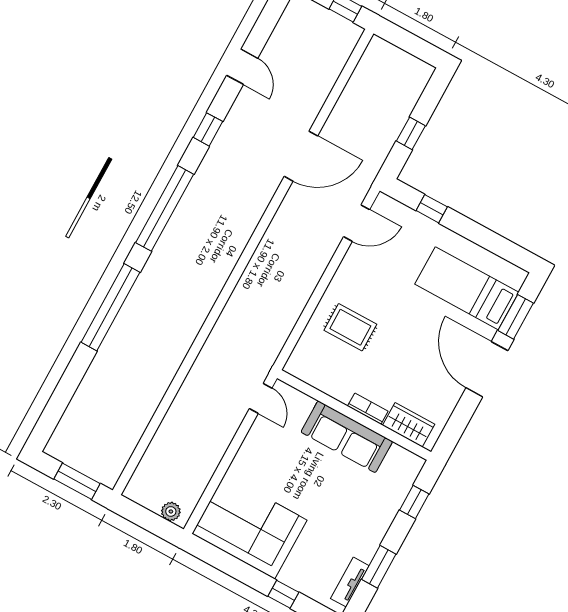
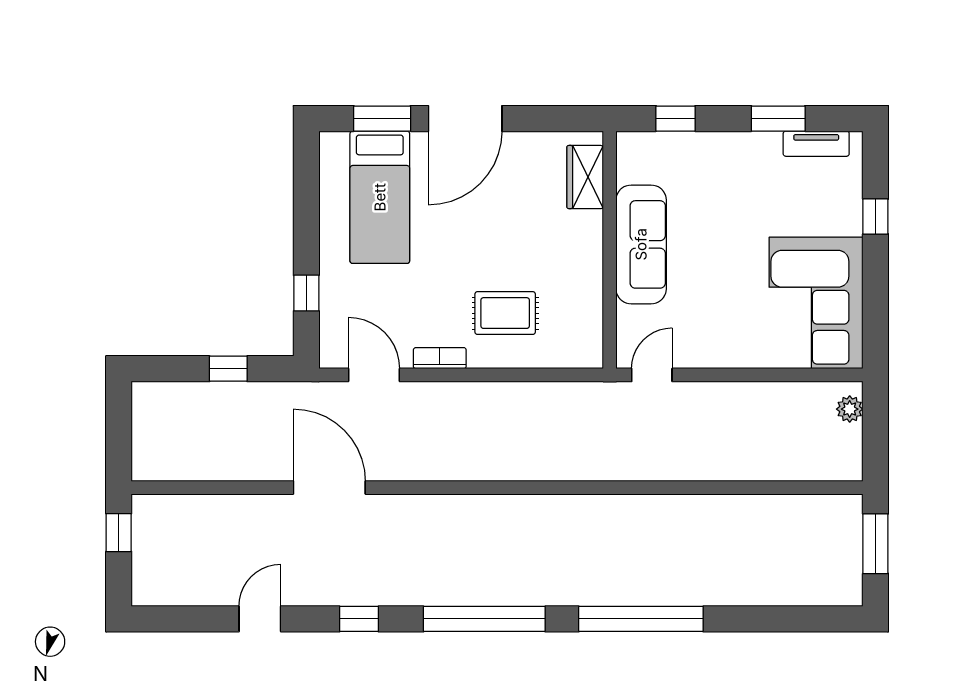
rug: (350, 327) -> (505, 313), turned 90
bookcase: (368, 409) -> (440, 358), moved, turned 90

